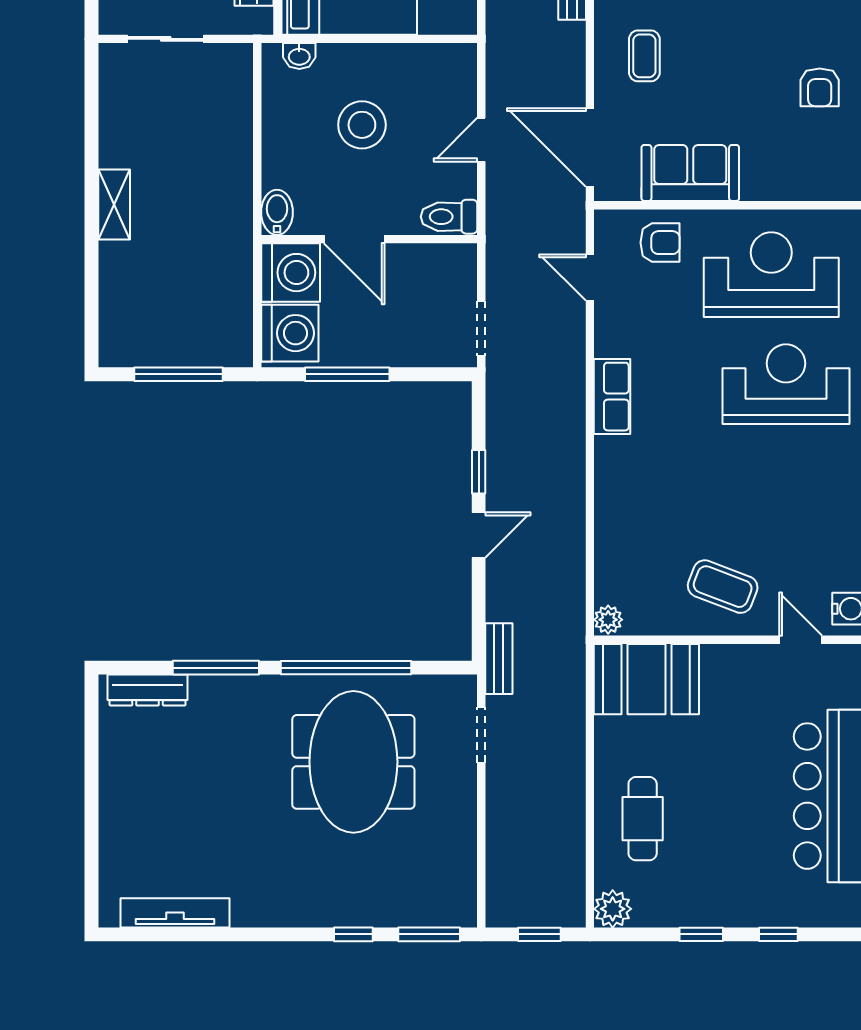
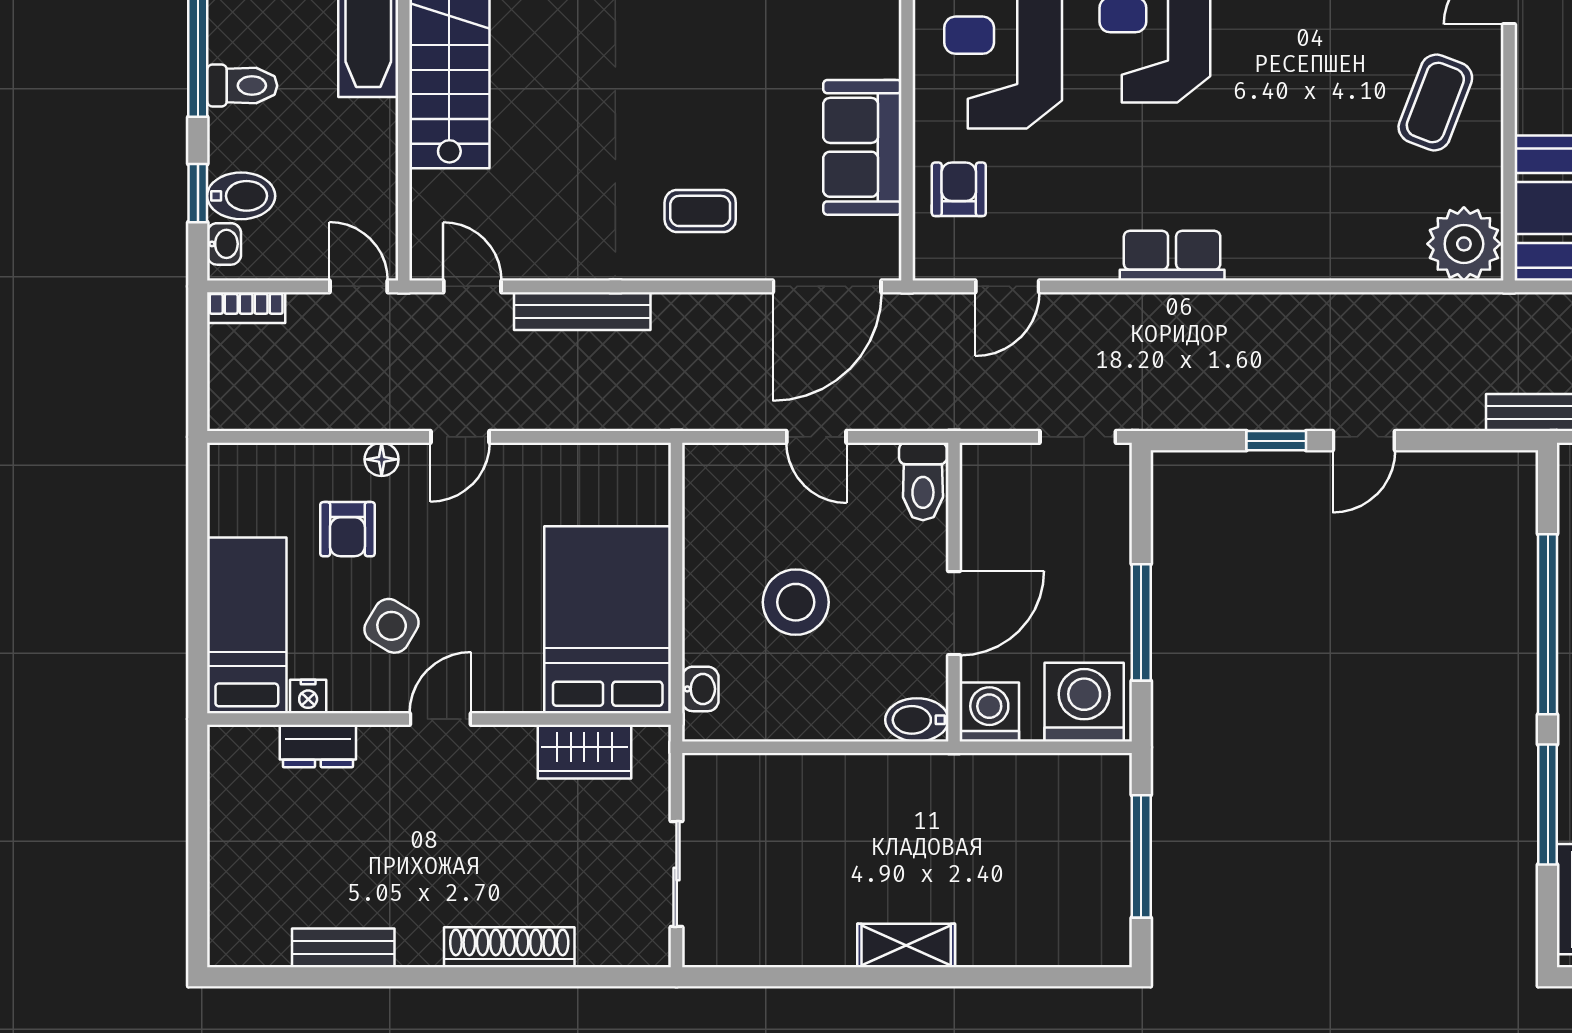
washing machine: (291, 273) -> (989, 712), width x0.73, depth x0.73
door: (479, 535) -> (1364, 441), swing flipped
plant: (608, 620) -> (1464, 244), width x1.88, depth x1.88

